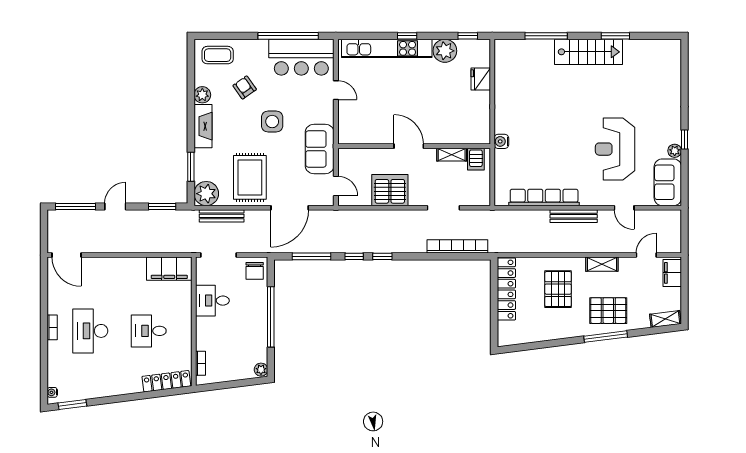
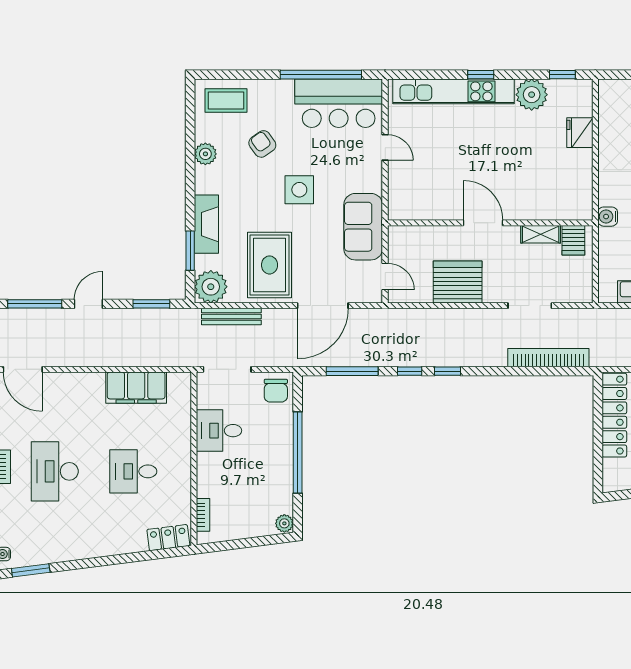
fireplace: (203, 126) -> (206, 224), moved
filing cabinet: (169, 269) -> (136, 388), moved
locker: (166, 381) -> (168, 538), width x0.66

